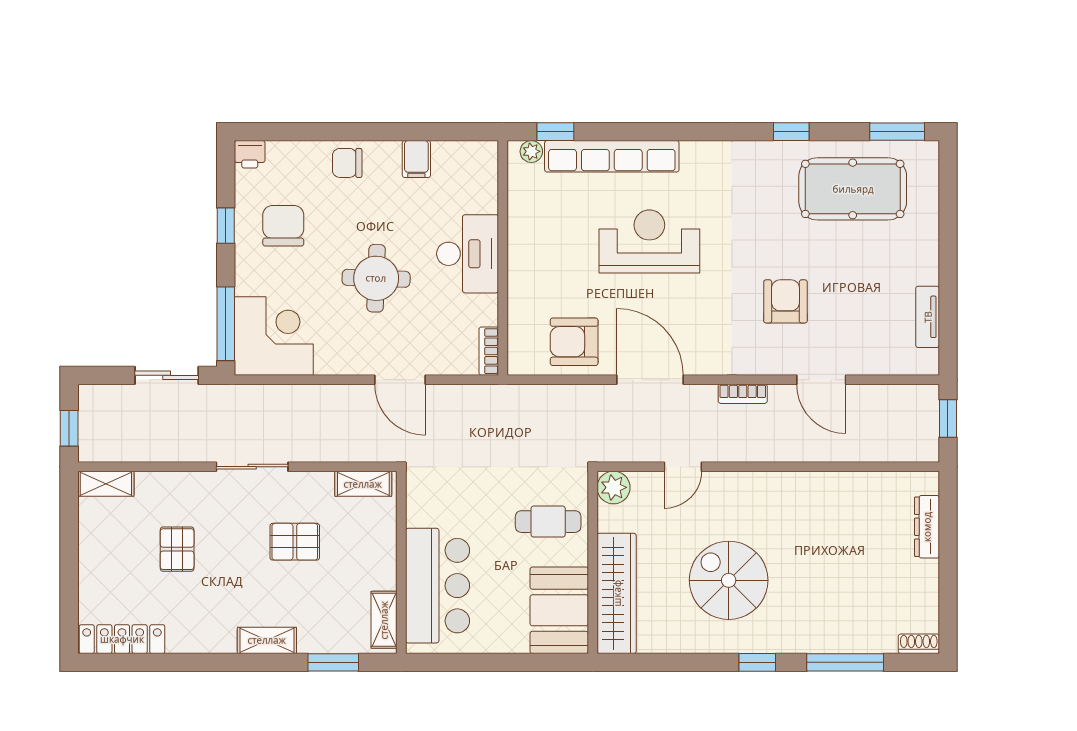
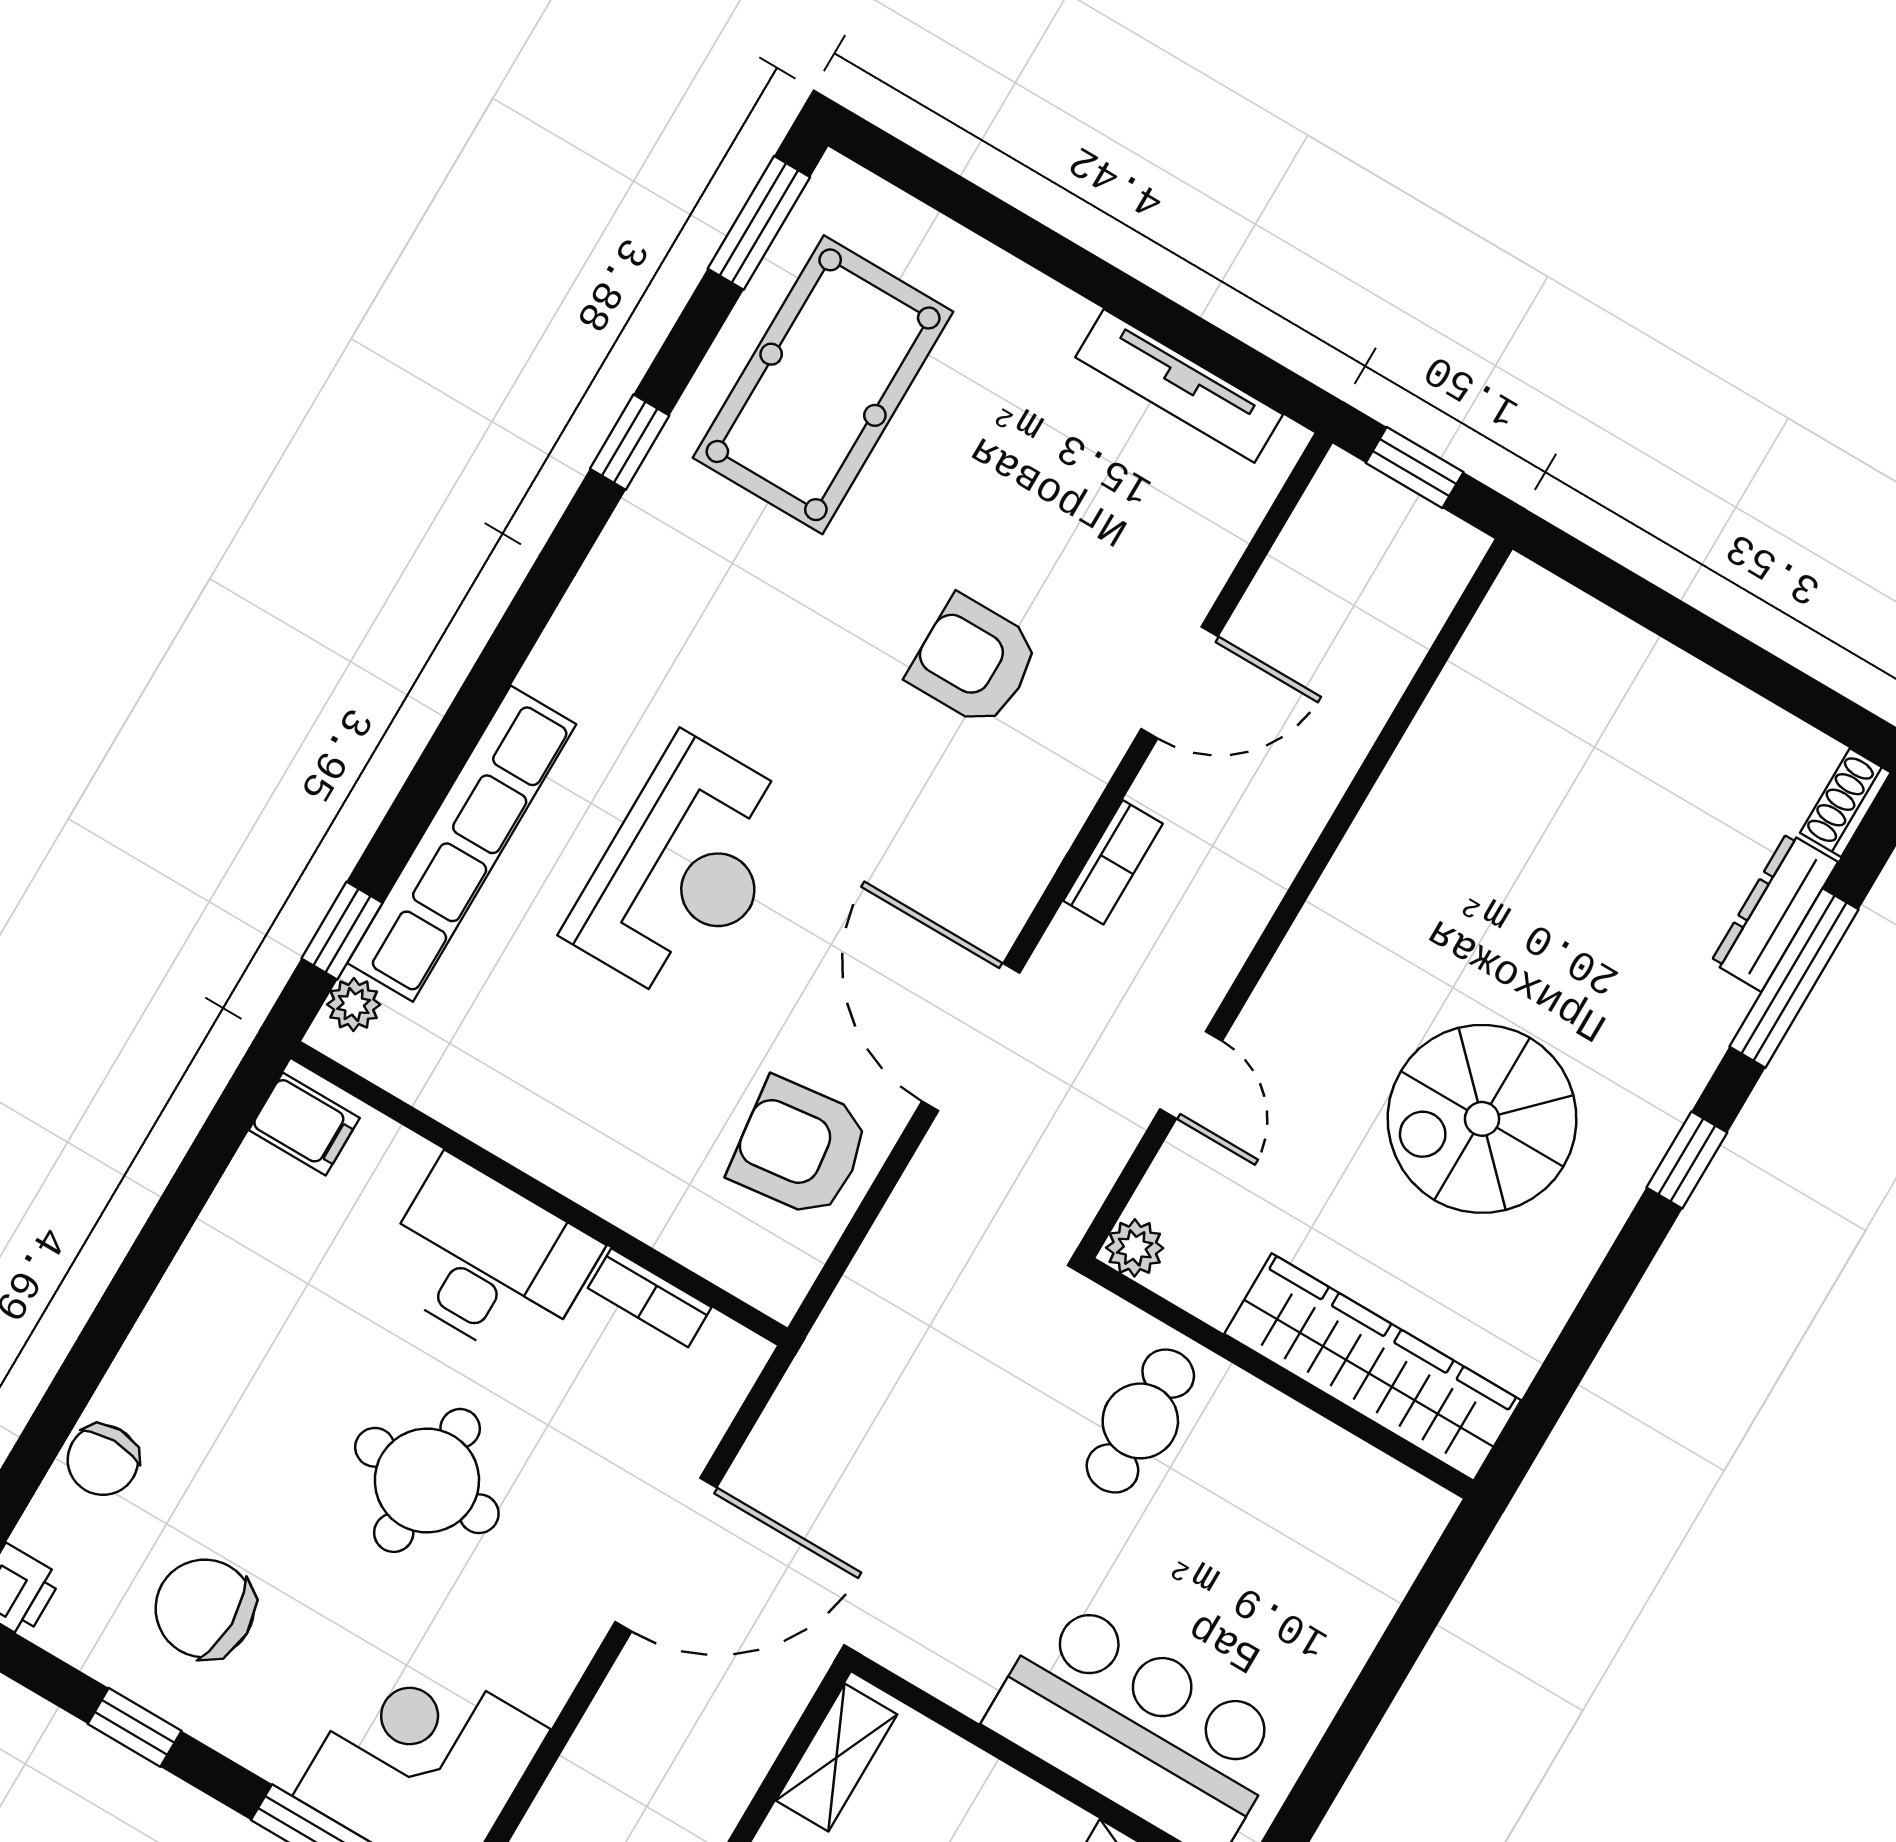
filing cabinet: (416, 159) -> (304, 1124), moved
chair: (347, 163) -> (103, 1460), moved
reception desk: (649, 241) -> (684, 870), turned 180
tv unit: (928, 317) -> (1179, 386), width x1.41
armchair: (574, 342) -> (800, 1148), turned 83
bookcase: (489, 351) -> (650, 1298), moved
door: (400, 380) -> (666, 1555), width x1.36
door: (650, 380) -> (971, 1037), hinge flipped
plant: (613, 487) -> (1135, 1248), width x0.73, depth x0.73
dresser: (927, 527) -> (1774, 912), moved, turned 90
booth: (559, 610) -> (1338, 1506), removed

